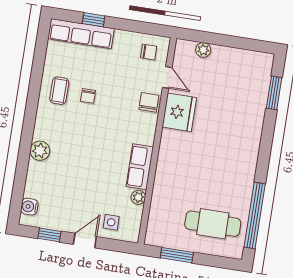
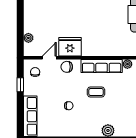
window: (94, 20) -> (20, 85), moved
coffee table: (59, 91) -> (96, 92), moved
row of seats: (140, 167) -> (102, 66), width x1.48

